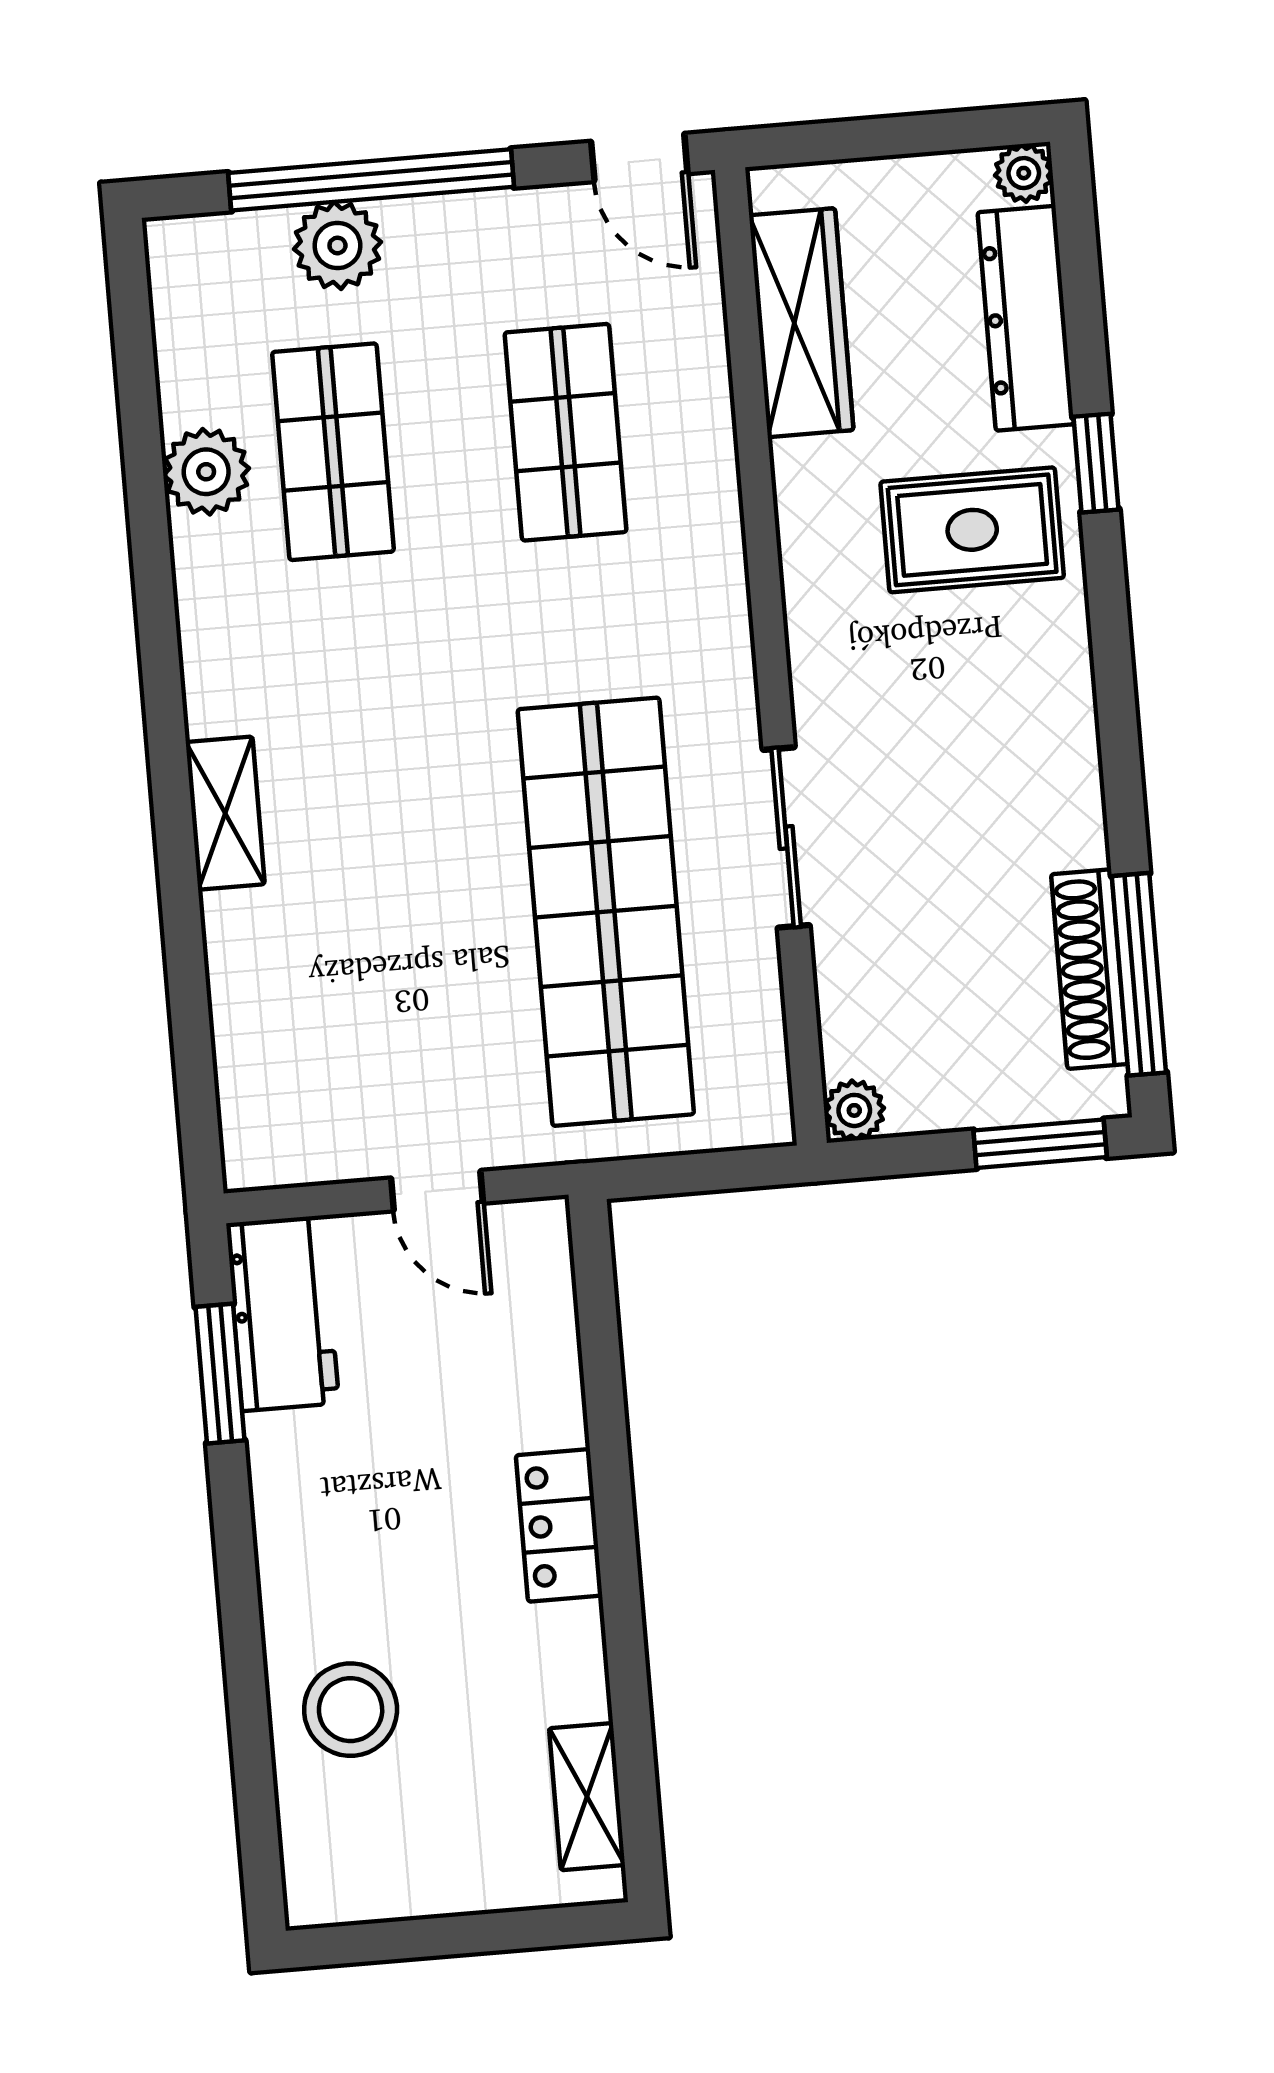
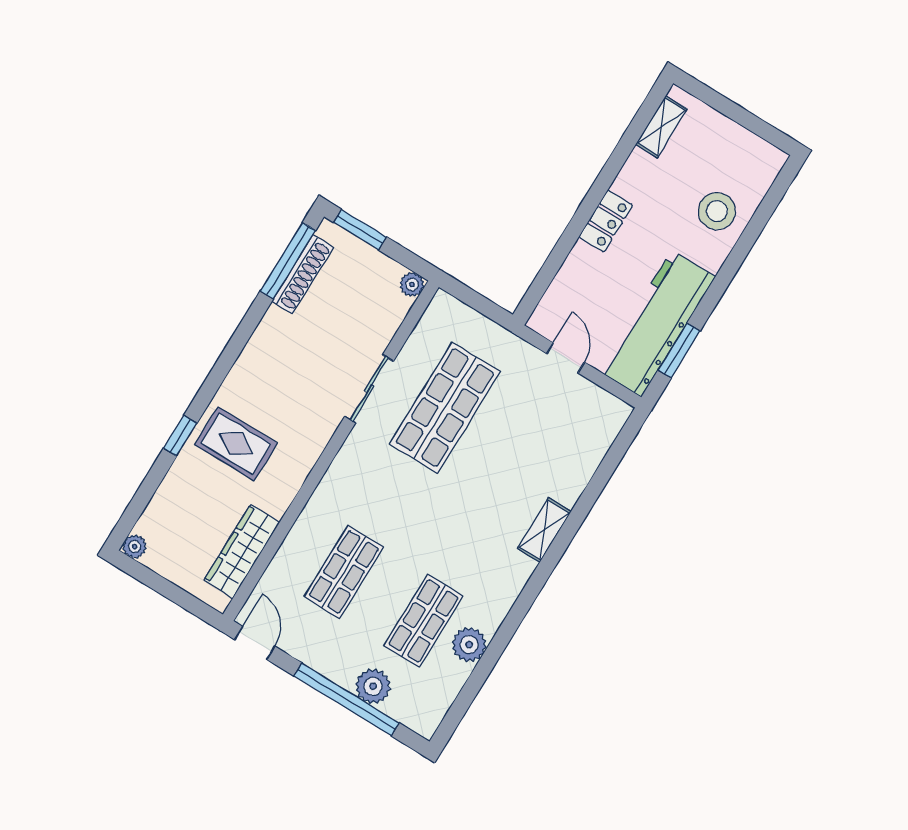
dresser: (1026, 318) -> (168, 499), removed
shop shelf: (606, 912) -> (445, 408), width x0.71
workbench: (283, 1313) -> (657, 324), width x1.88, depth x1.32

